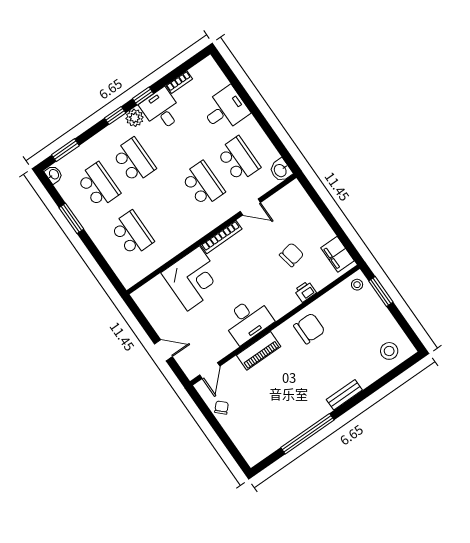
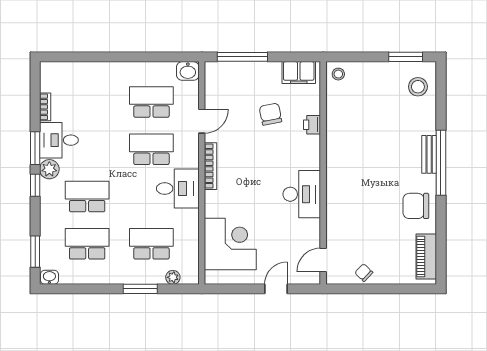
window: (143, 96) -> (35, 148), width x1.50
desk: (225, 110) -> (178, 189), moved, turned 90
window: (320, 204) -> (242, 57), added
window: (71, 218) -> (140, 289), moved
plant: (118, 267) -> (173, 277), added
corner desk: (194, 278) -> (230, 244), moved
window: (381, 292) -> (406, 57), moved
chair: (309, 328) -> (416, 206), moved, turned -90
piano: (259, 351) -> (426, 257), moved, turned 180
door: (210, 371) -> (323, 260), swing flipped
window: (307, 434) -> (441, 163), moved

